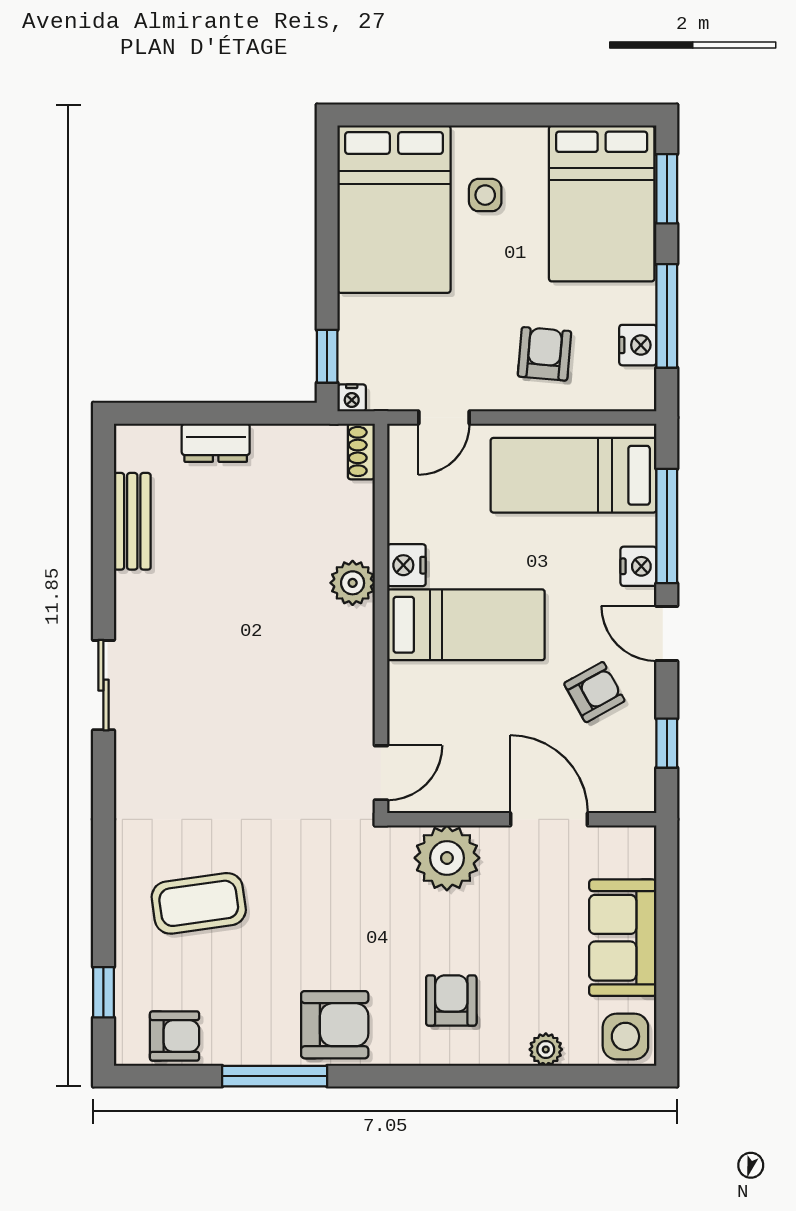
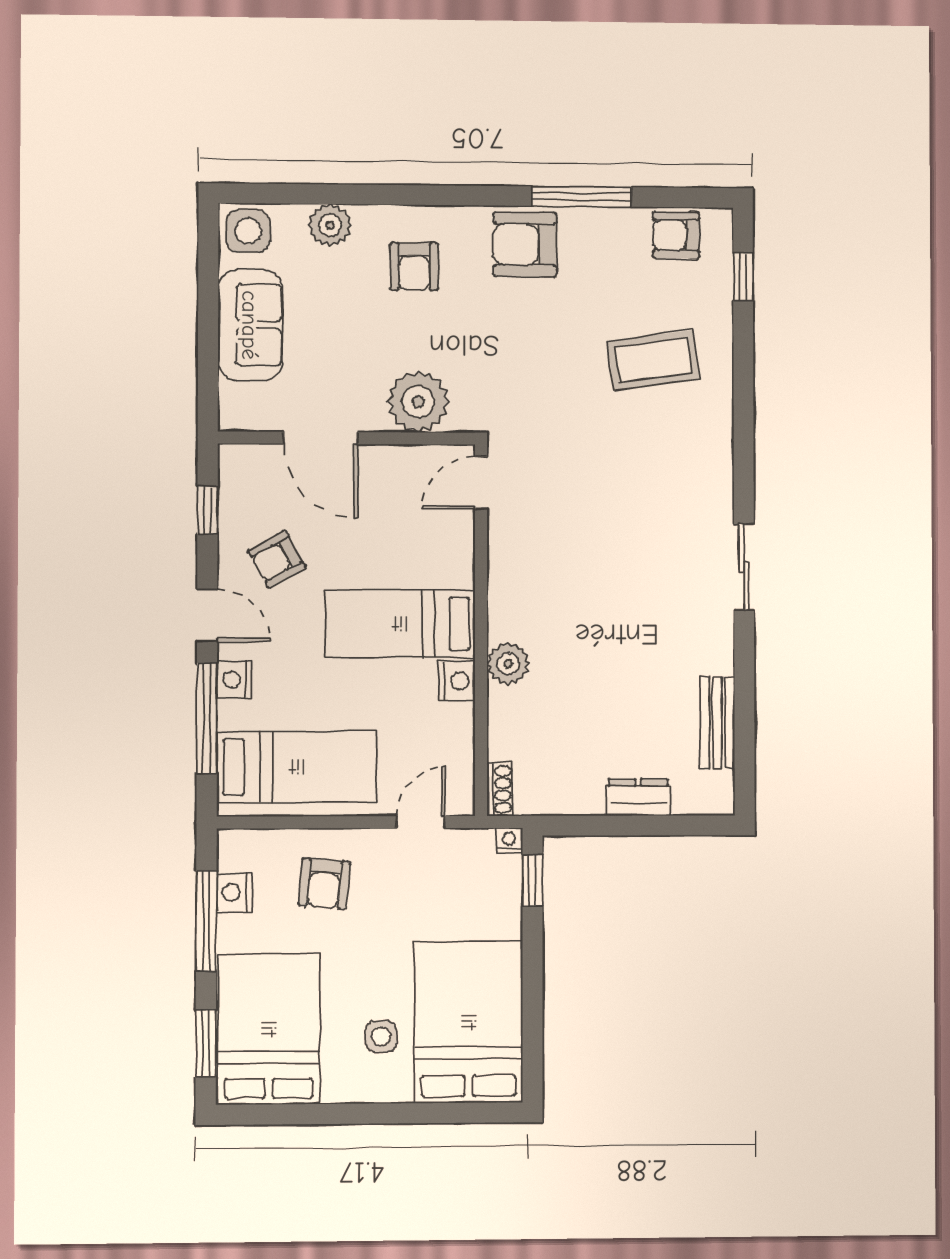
plant: (546, 1049) -> (330, 225), width x1.38, depth x1.38

